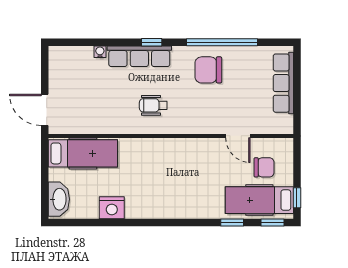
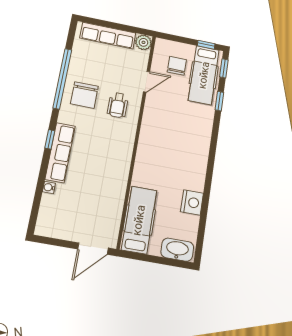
wheelchair: (153, 105) -> (118, 105), moved
plant: (284, 125) -> (143, 42), added

